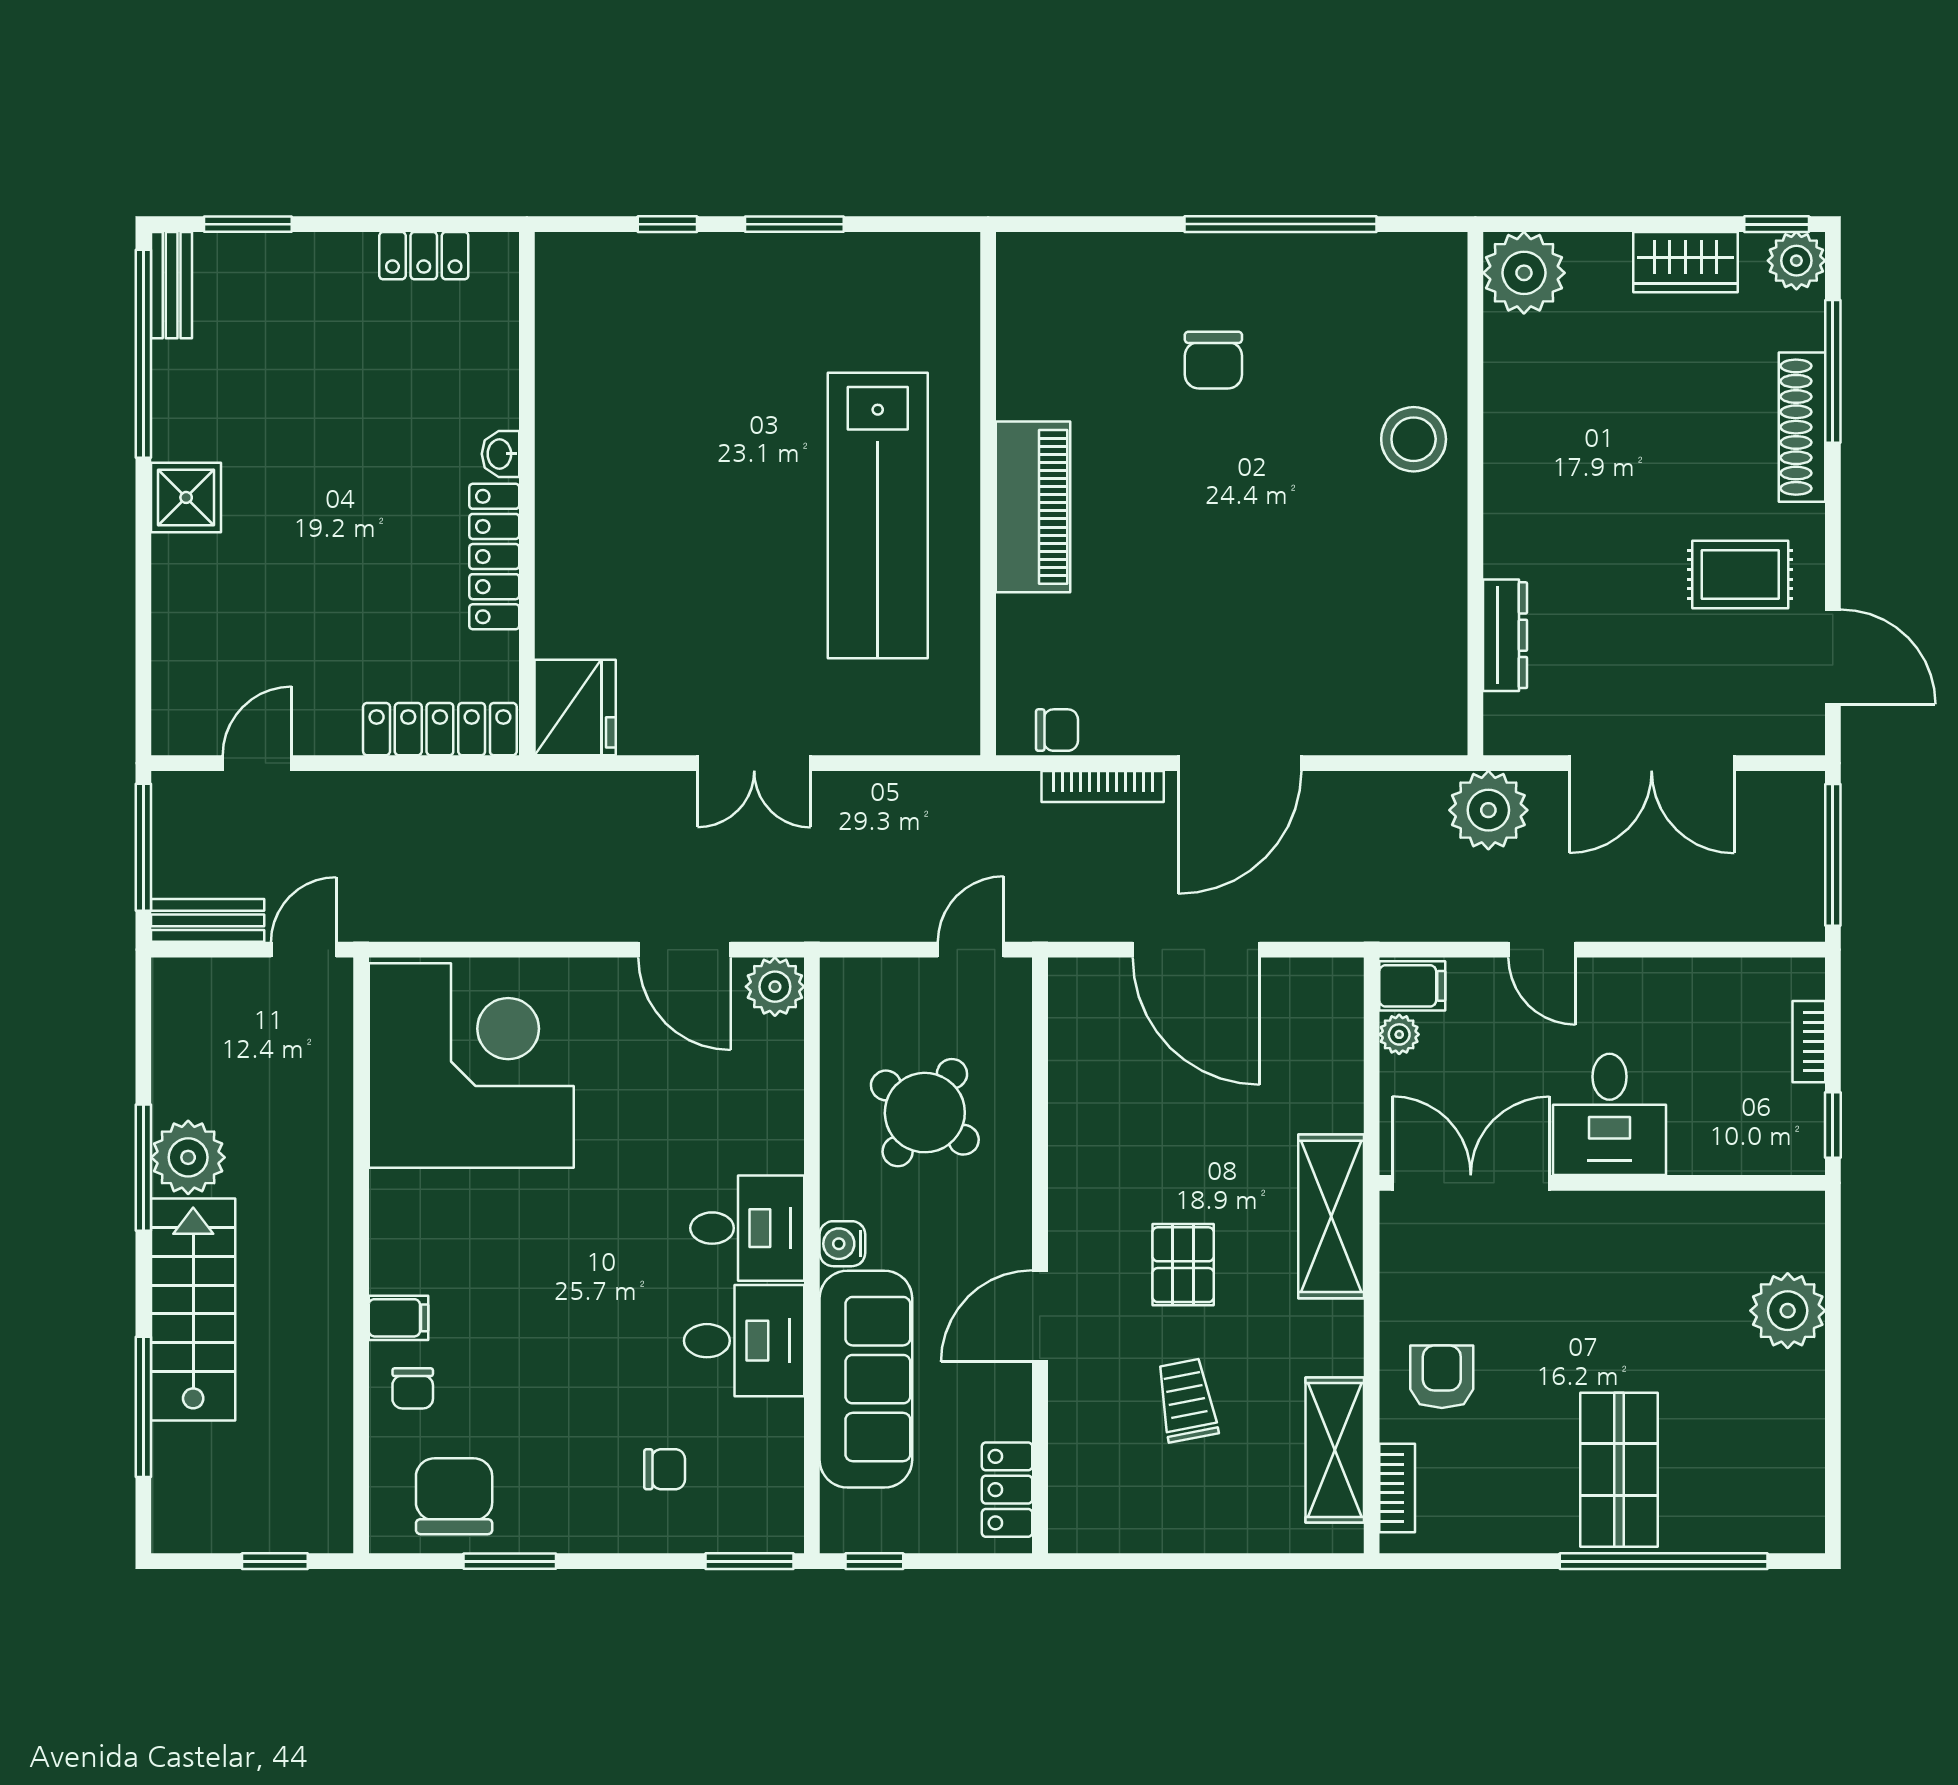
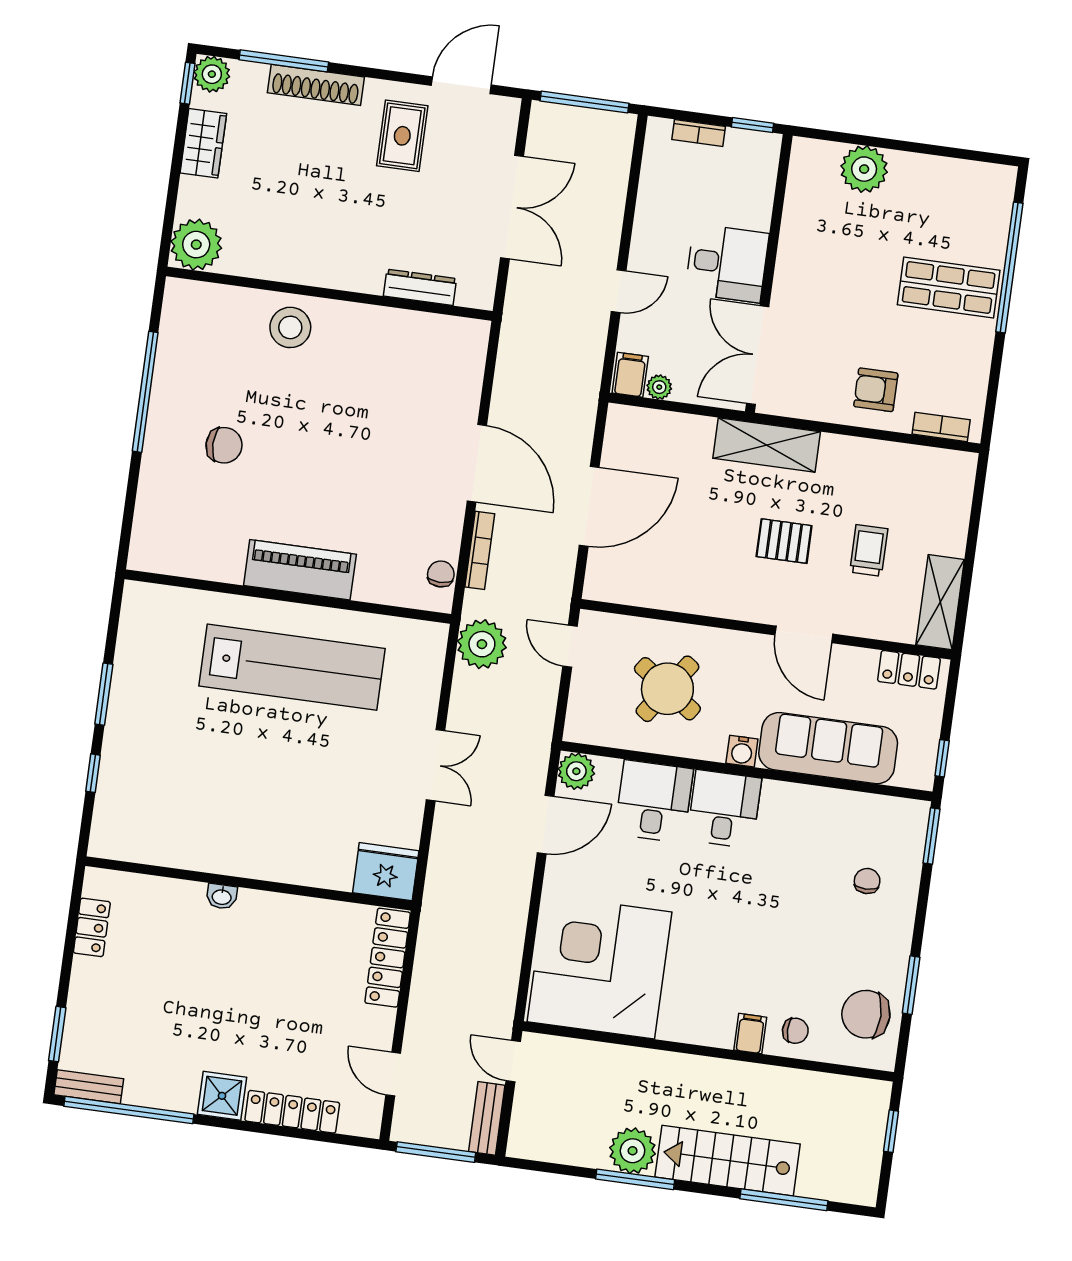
locker: (494, 557) -> (292, 1112), moved, turned 180
plant: (1488, 810) -> (482, 644), moved
desk: (744, 1341) -> (654, 801), moved
trolley: (1187, 1400) -> (869, 550), turned 101
shelving: (1335, 1450) -> (940, 602), moved, turned 90

